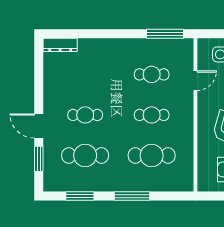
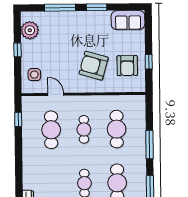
window: (165, 34) -> (18, 119), width x0.46
cafe table: (152, 74) -> (51, 130), width x1.37, depth x1.35

